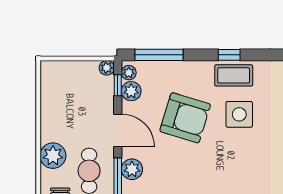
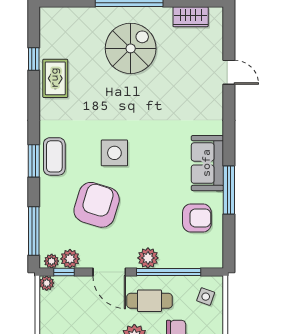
window: (229, 55) -> (34, 161), width x1.50
side table: (239, 114) -> (114, 153), moved
door: (118, 130) -> (109, 272), swing flipped

